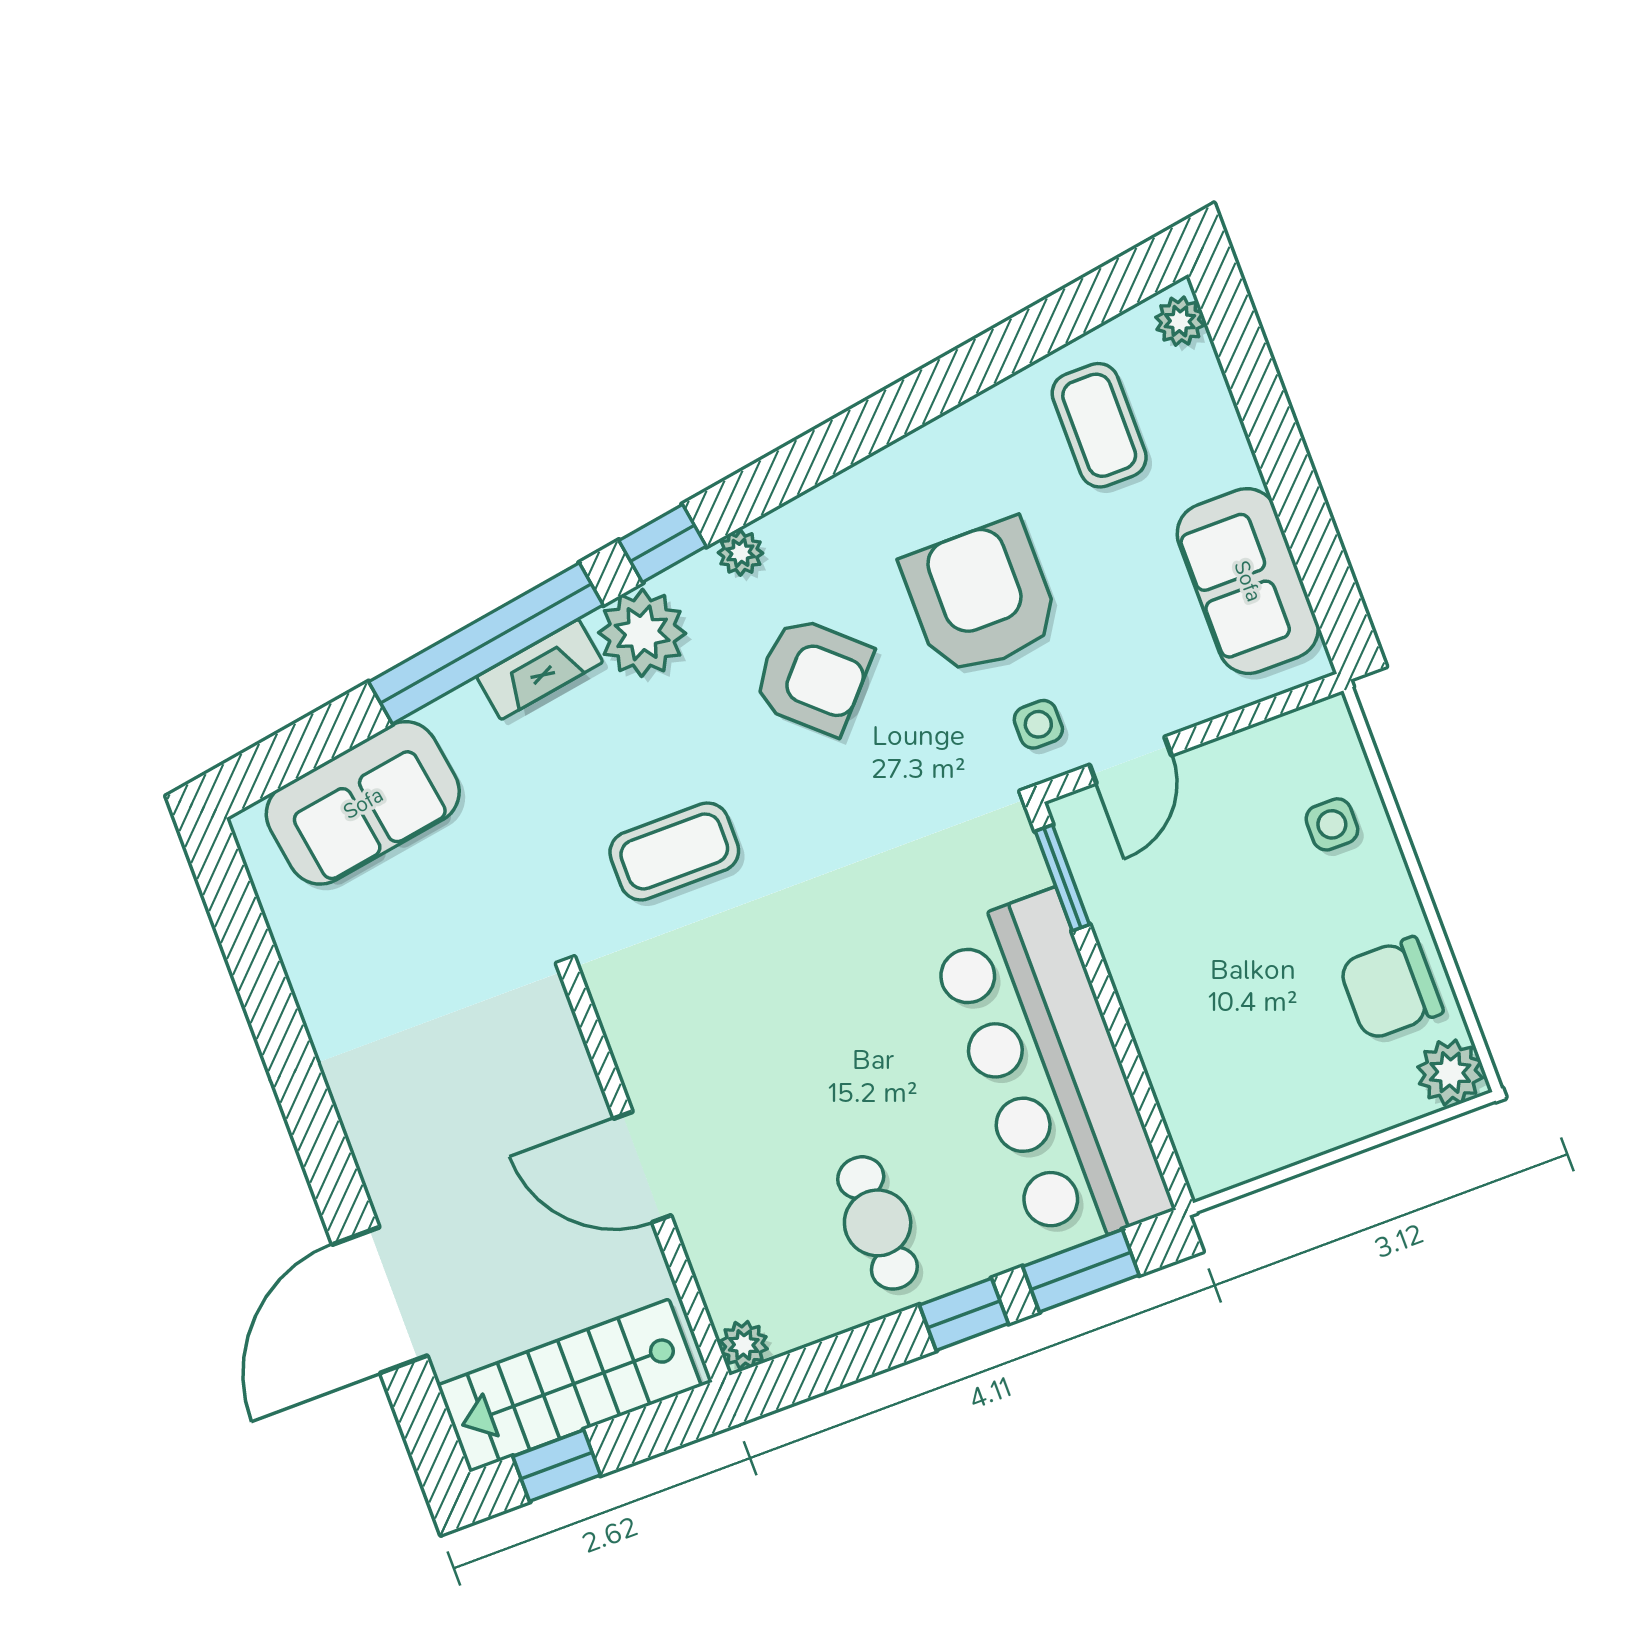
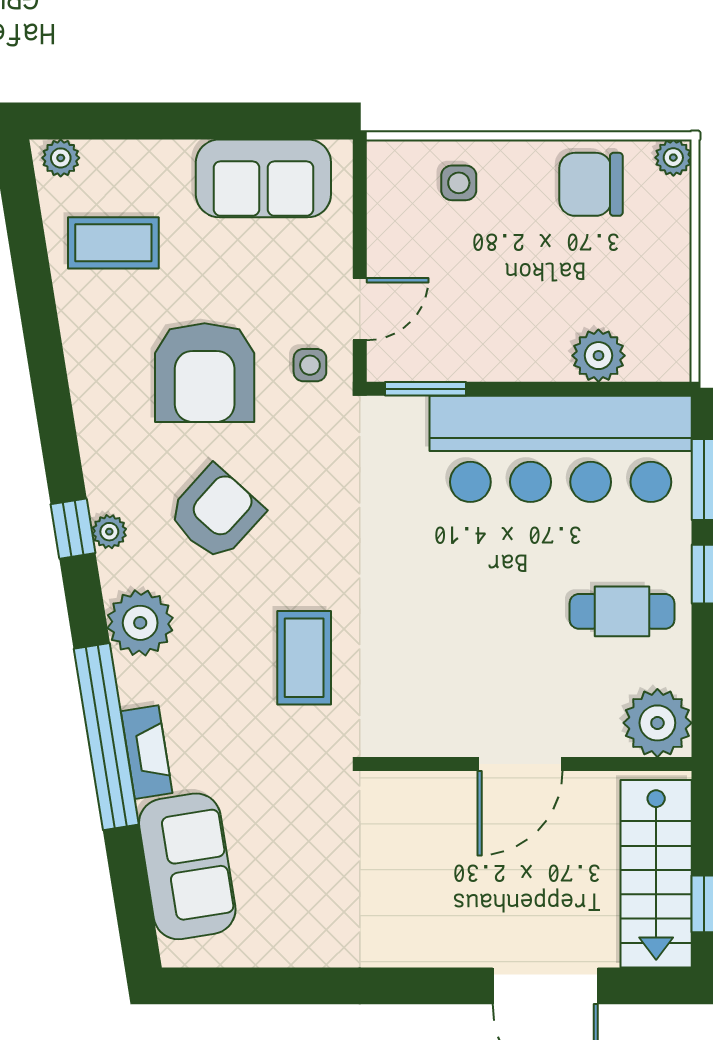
window: (663, 543) -> (73, 529), moved
armchair: (981, 598) -> (205, 373), turned -90
fireplace: (540, 669) -> (147, 752), moved
door: (1130, 760) -> (360, 309), hinge flipped
chair: (1391, 988) -> (591, 184), turned 90
plant: (1450, 1072) -> (673, 158), width x0.73, depth x0.73
plant: (1183, 1076) -> (598, 356), added
plant: (744, 1345) -> (657, 723), width x1.88, depth x1.88

